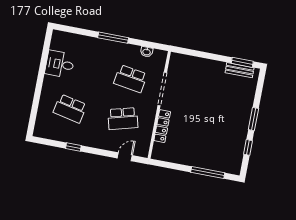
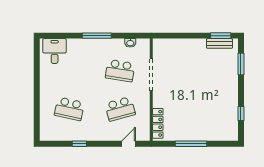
desk: (60, 64) -> (55, 51), moved, turned 90
window: (253, 119) -> (241, 64), moved
locker: (162, 126) -> (158, 123), moved
window: (208, 173) -> (191, 144), moved

